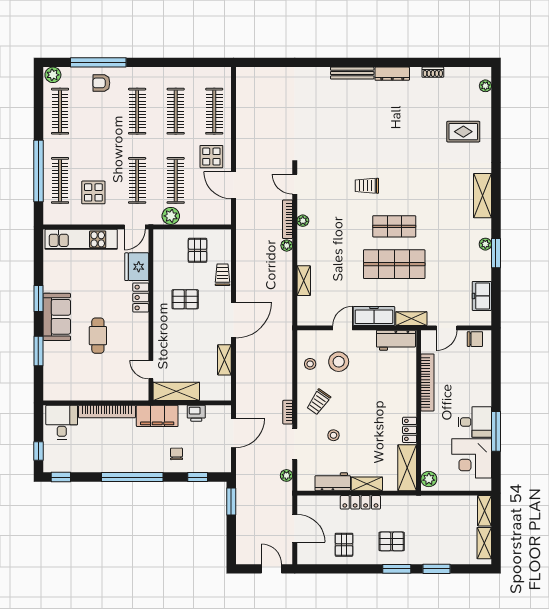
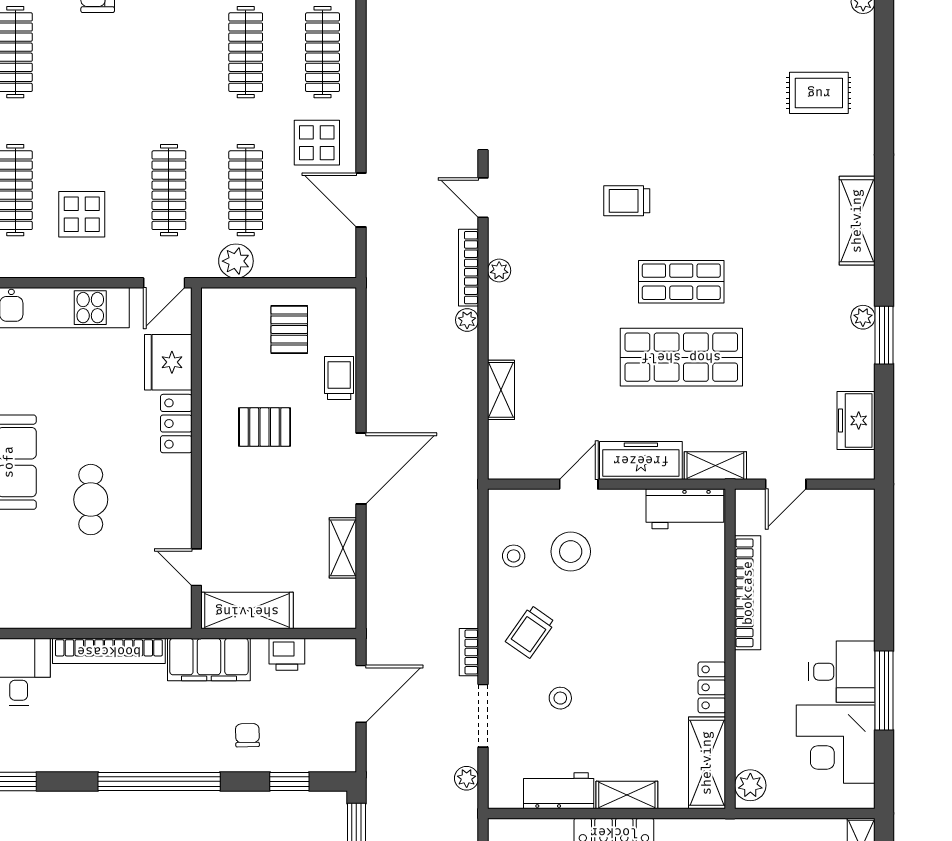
clothes rail: (137, 111) -> (169, 52), removed
chair: (475, 339) -> (842, 506), removed

